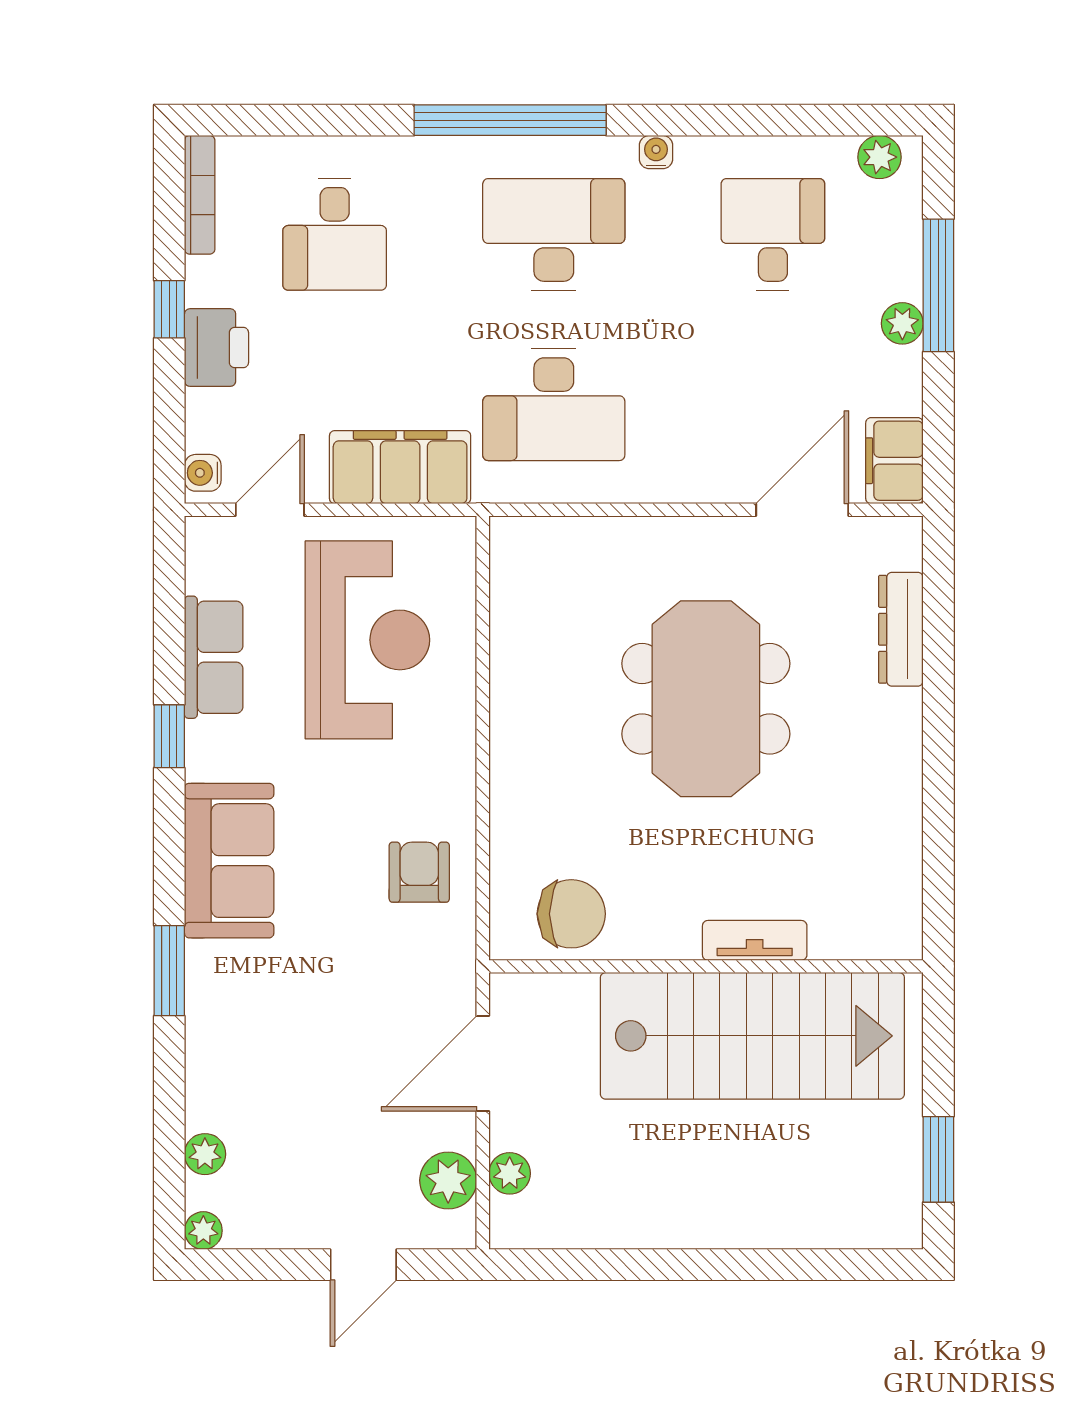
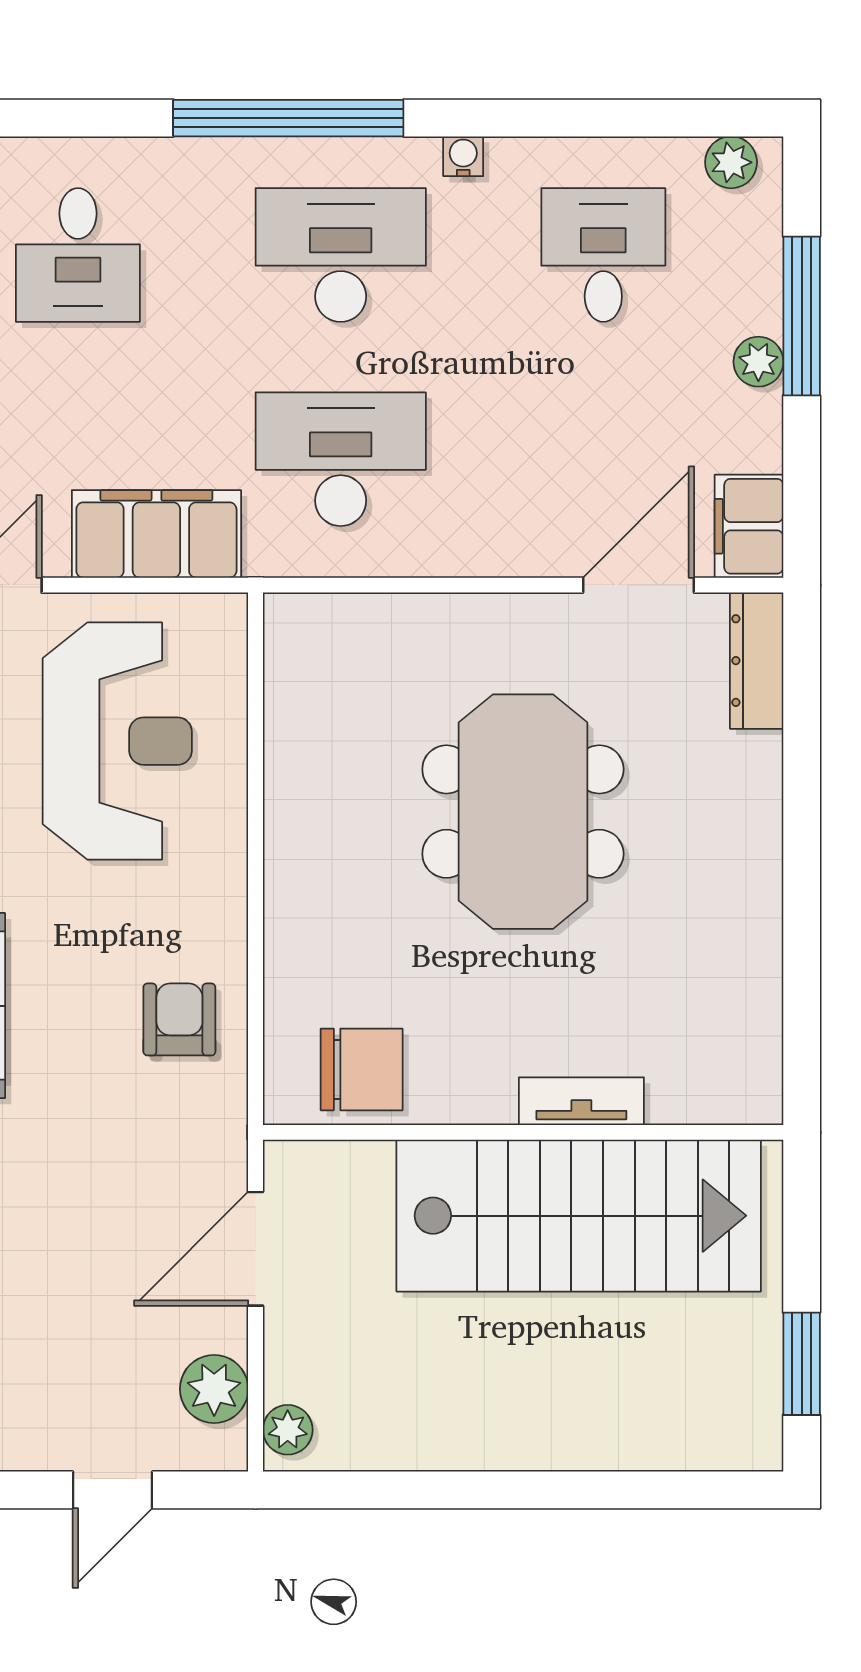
desk: (554, 405) -> (341, 459), turned 180
dresser: (901, 629) -> (757, 661), moved
plant: (510, 1173) -> (288, 1430), moved

